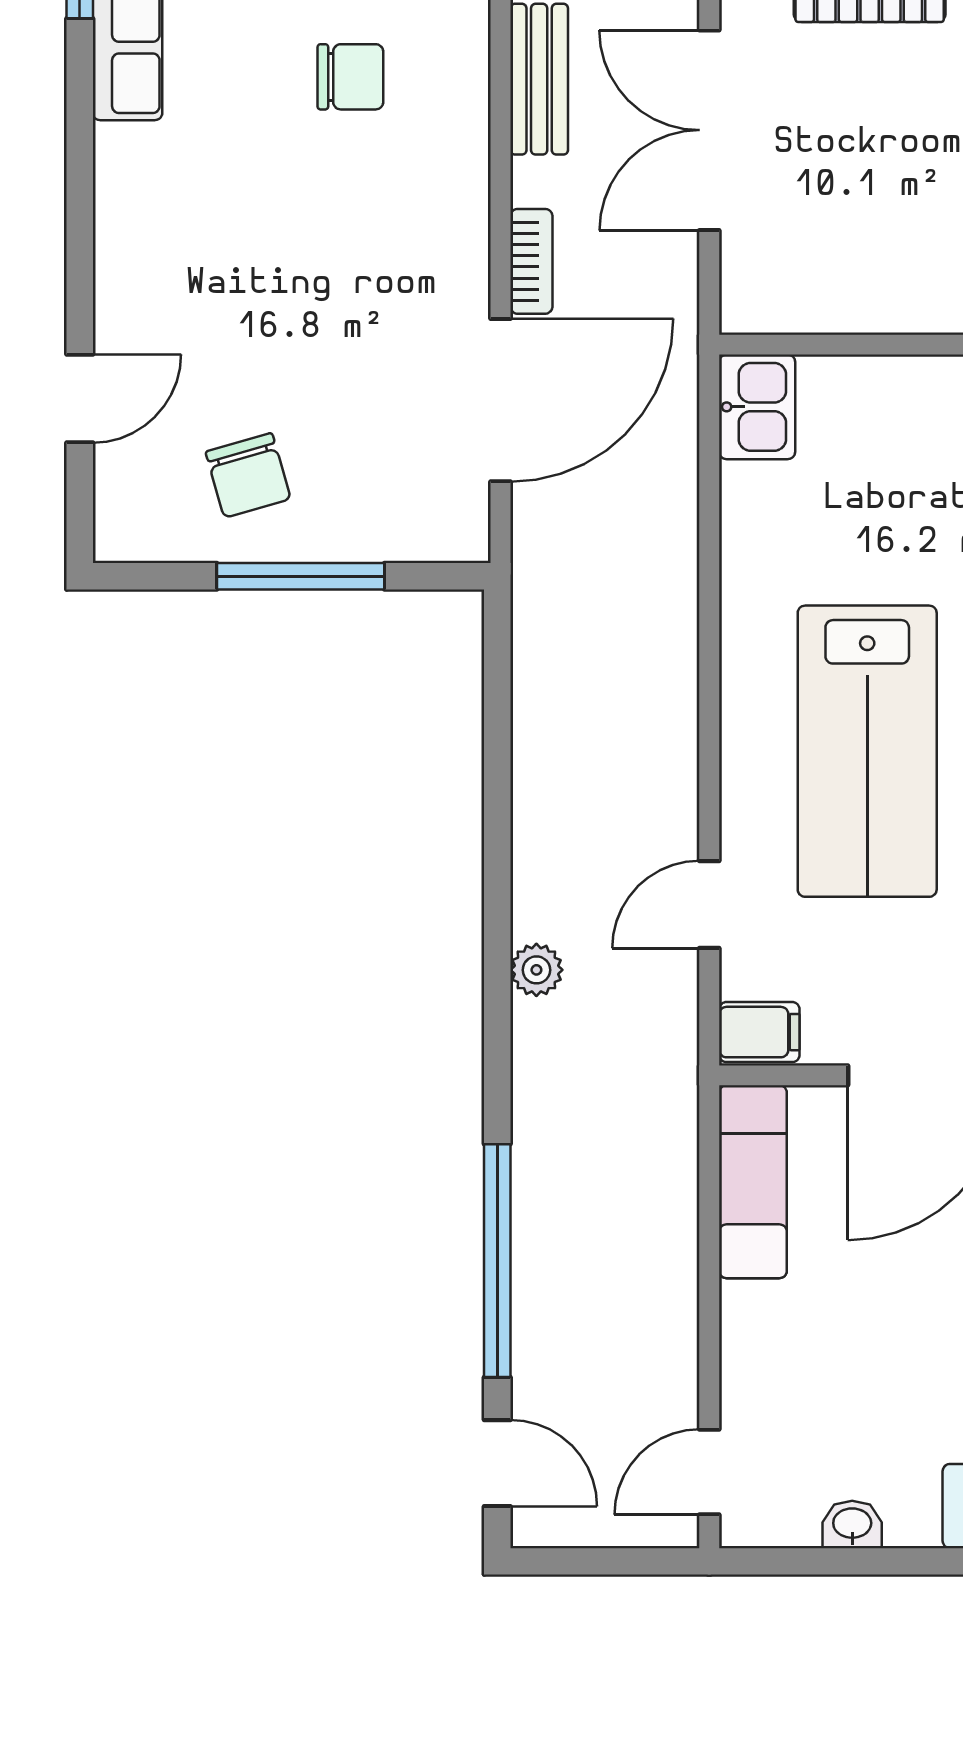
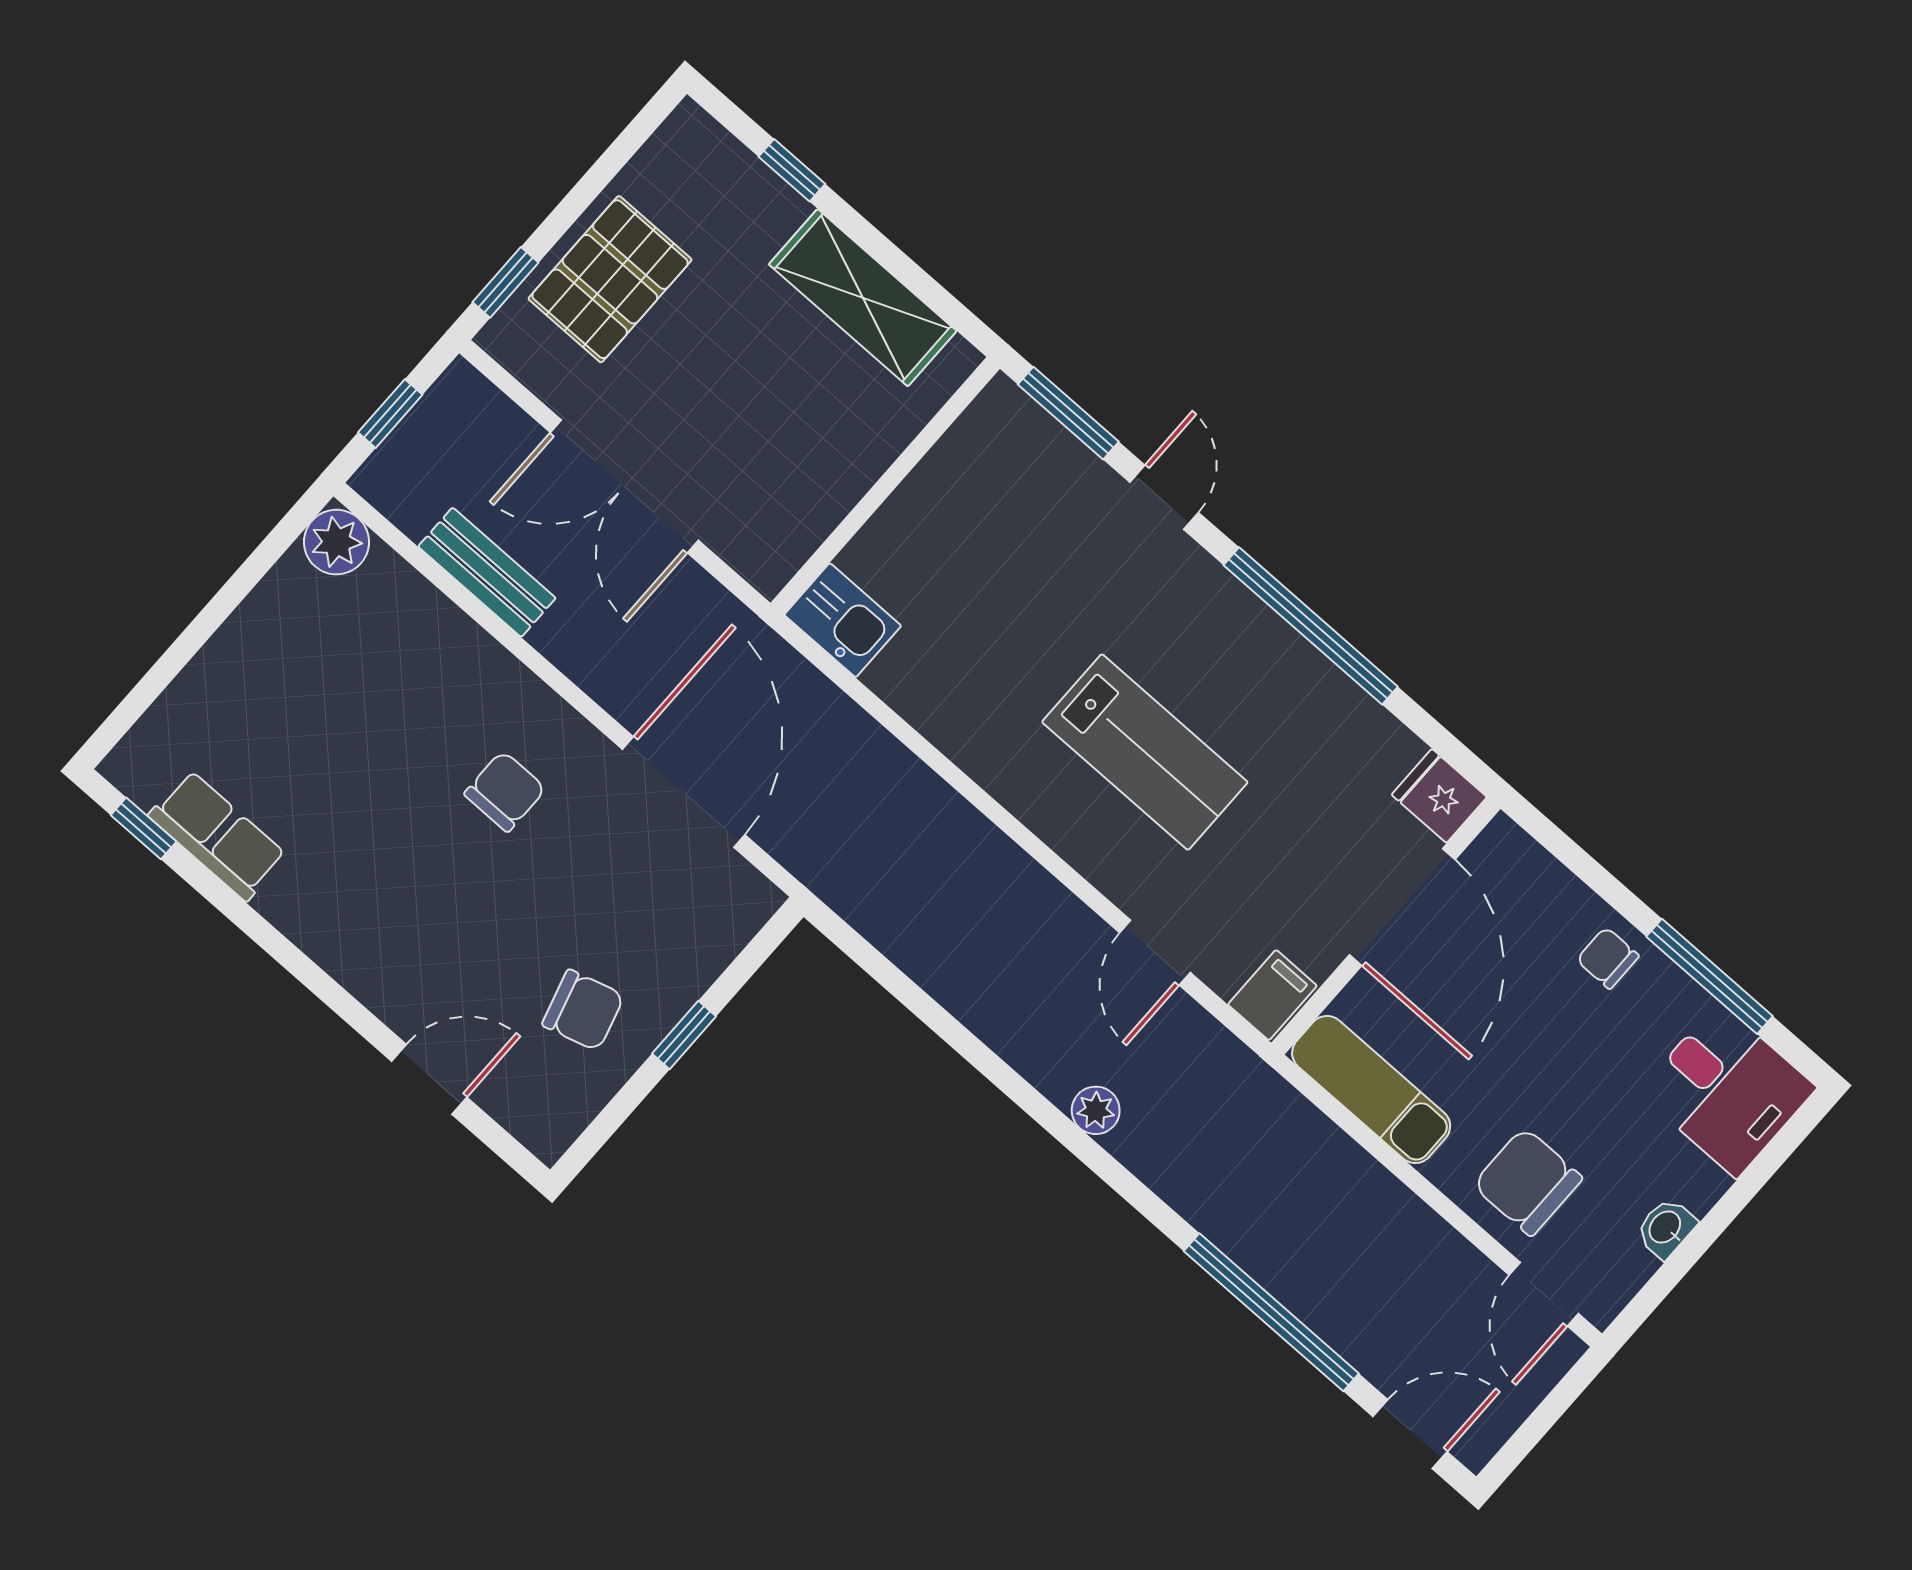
chair: (350, 77) -> (505, 791), moved
bookcase: (531, 261) -> (607, 687), removed
door: (80, 398) -> (429, 1079), hinge flipped
window: (301, 576) -> (684, 1035), width x0.46
lab bench: (867, 751) -> (1145, 752), width x0.73, depth x0.72
chair: (790, 1377) -> (1528, 1182), added

